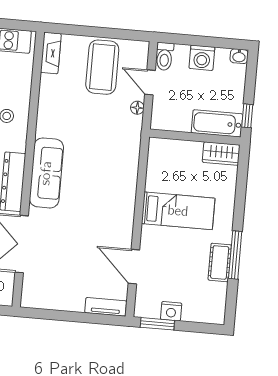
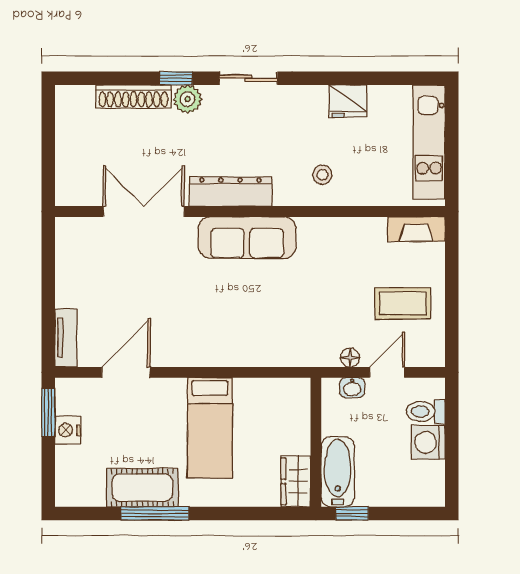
toilet: (164, 56) -> (426, 411), moved
washbasin: (239, 56) -> (352, 388), moved, turned -90
coffee table: (102, 67) -> (403, 303), width x0.73, depth x0.76
cot: (220, 262) -> (142, 488), width x1.37, depth x1.34

